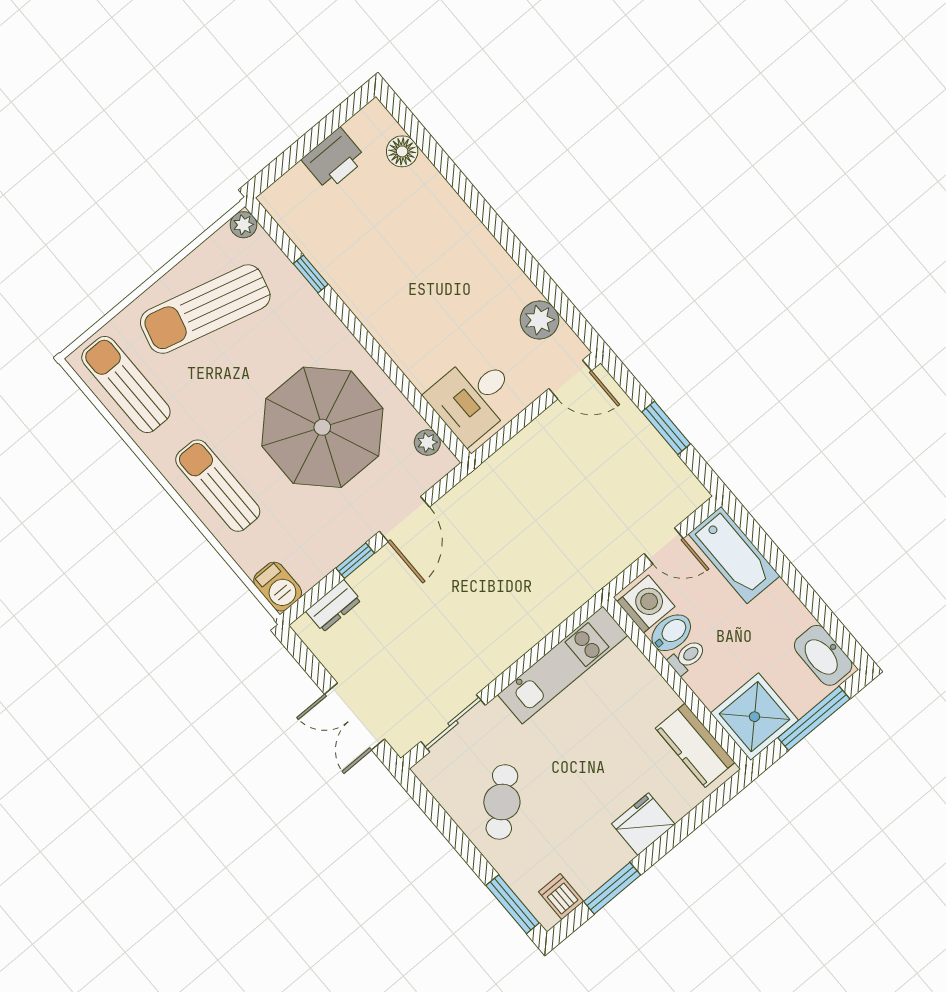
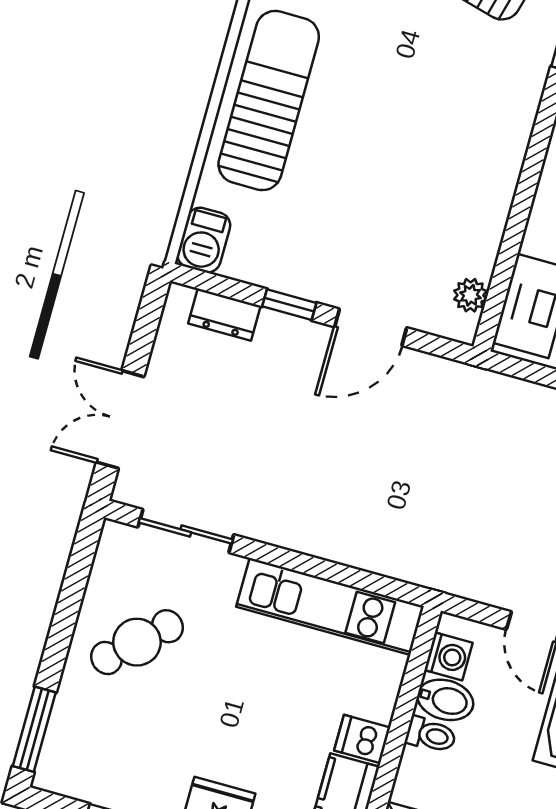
parasol: (322, 427) -> (409, 170), removed
sun lounger: (218, 486) -> (269, 101), width x1.36, depth x1.34
washing machine: (646, 604) -> (448, 656), width x0.73, depth x0.73
dishwasher: (561, 897) -> (362, 739), moved, turned -90

